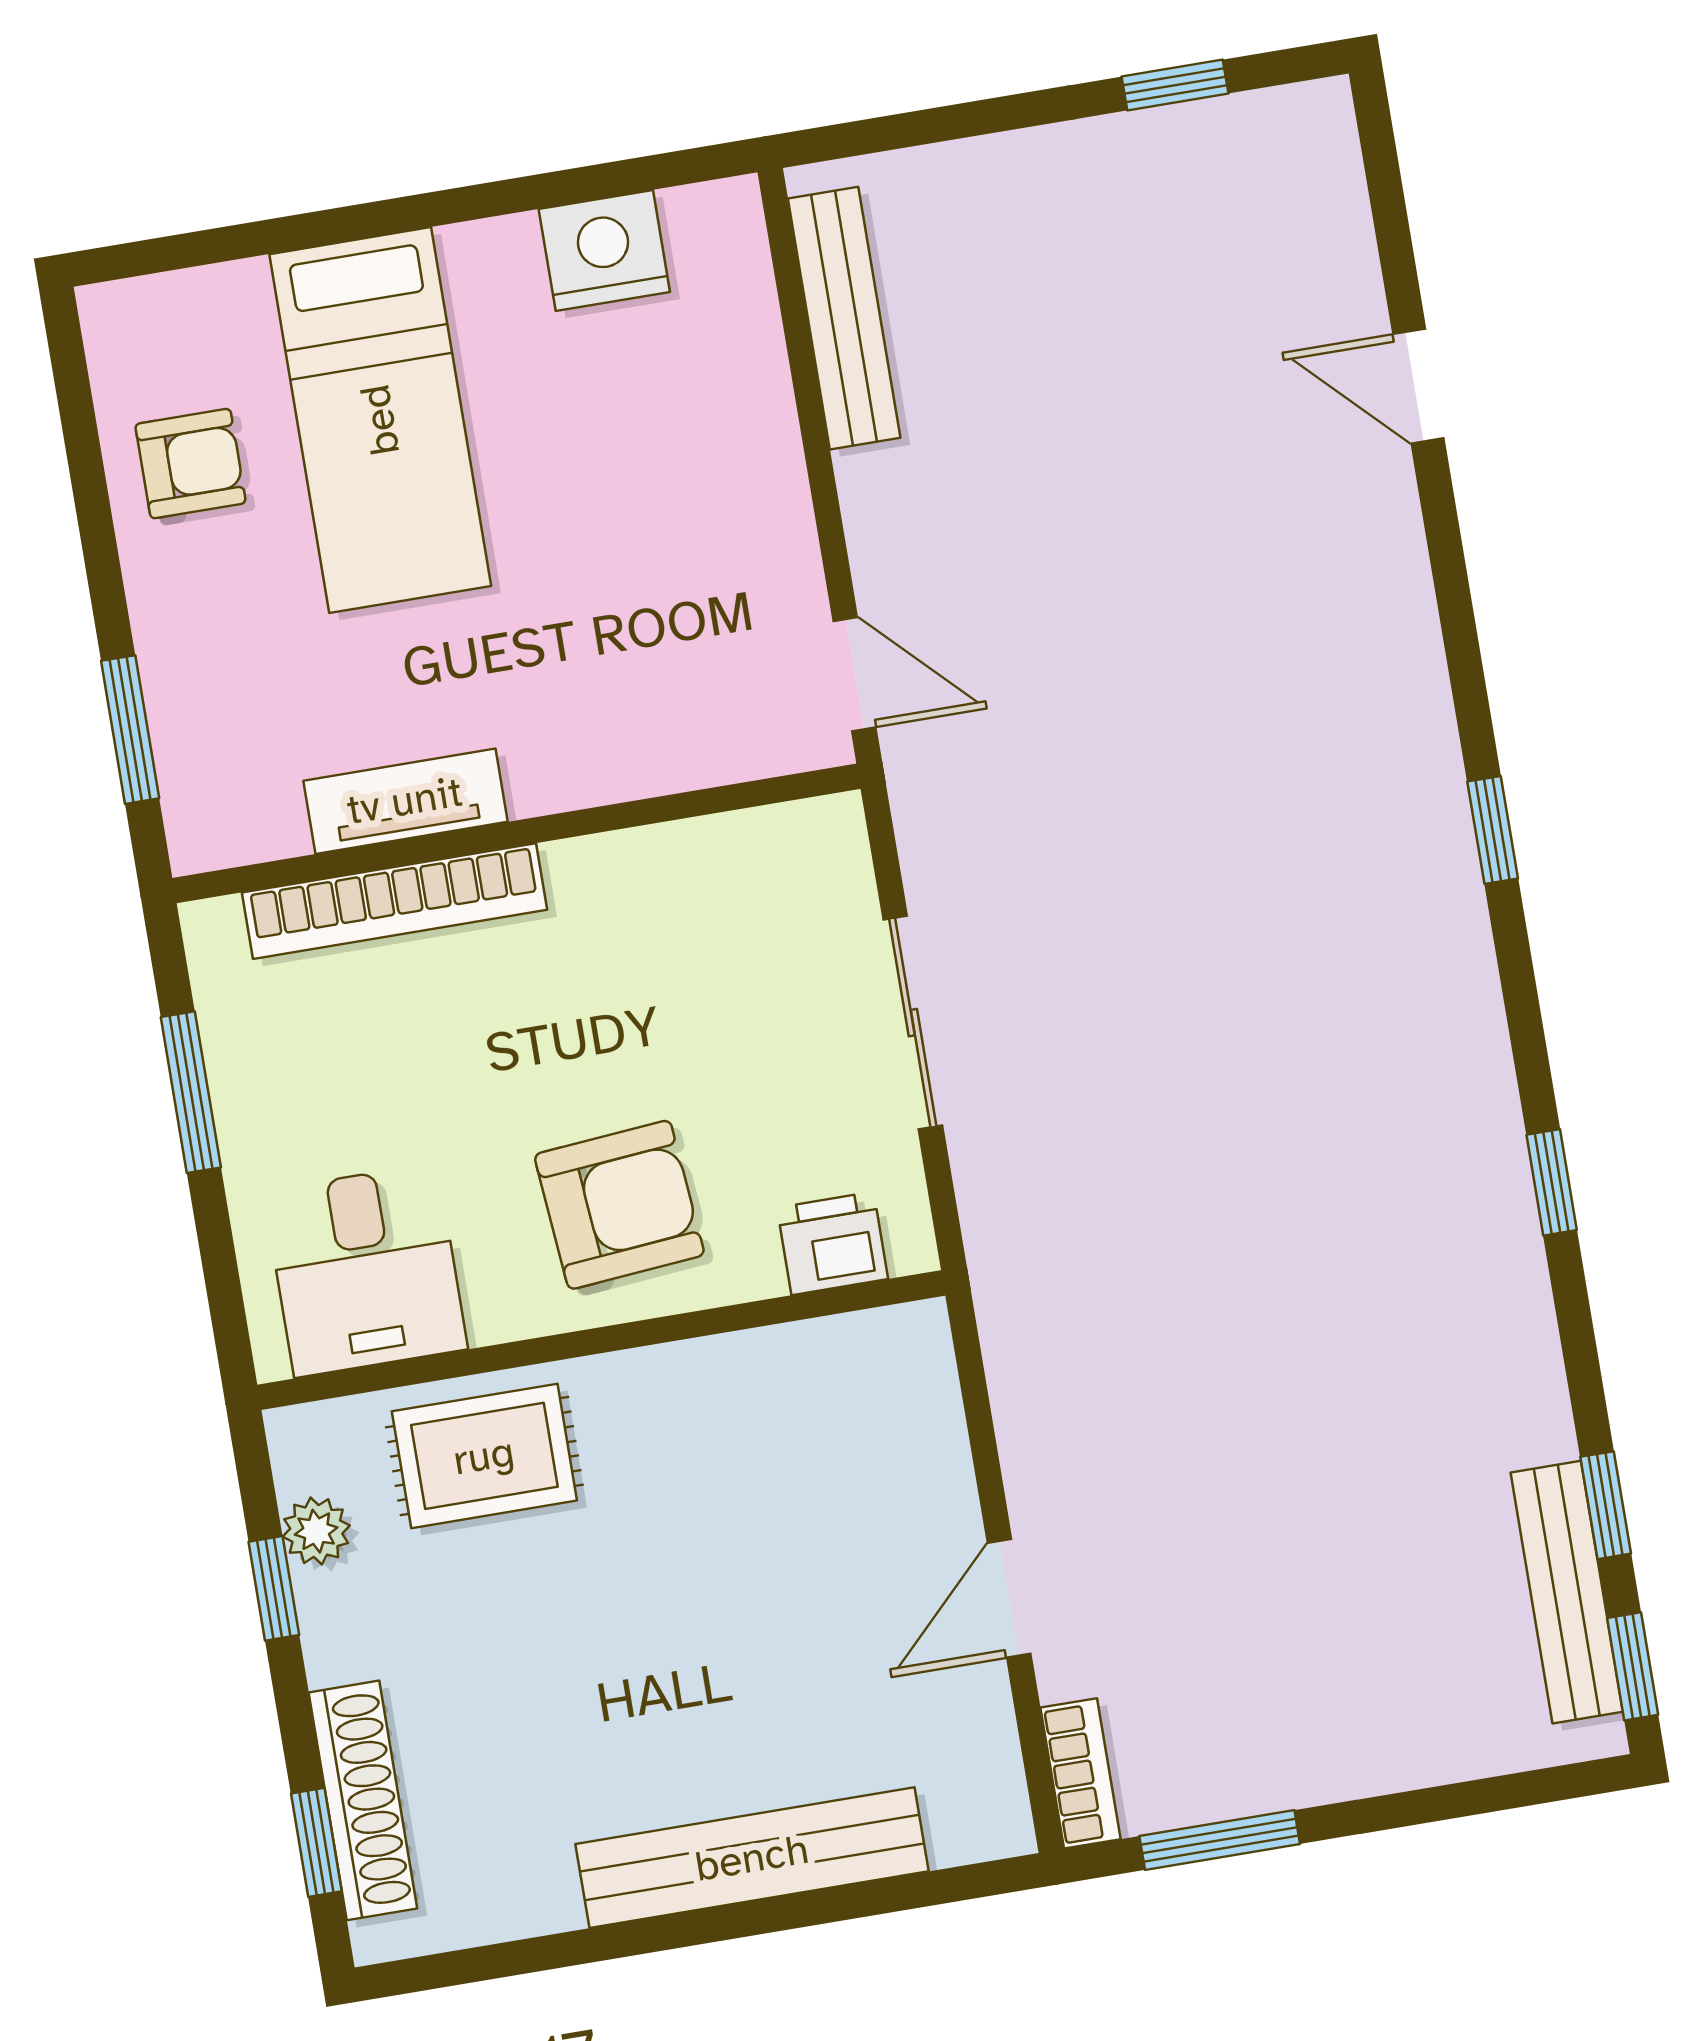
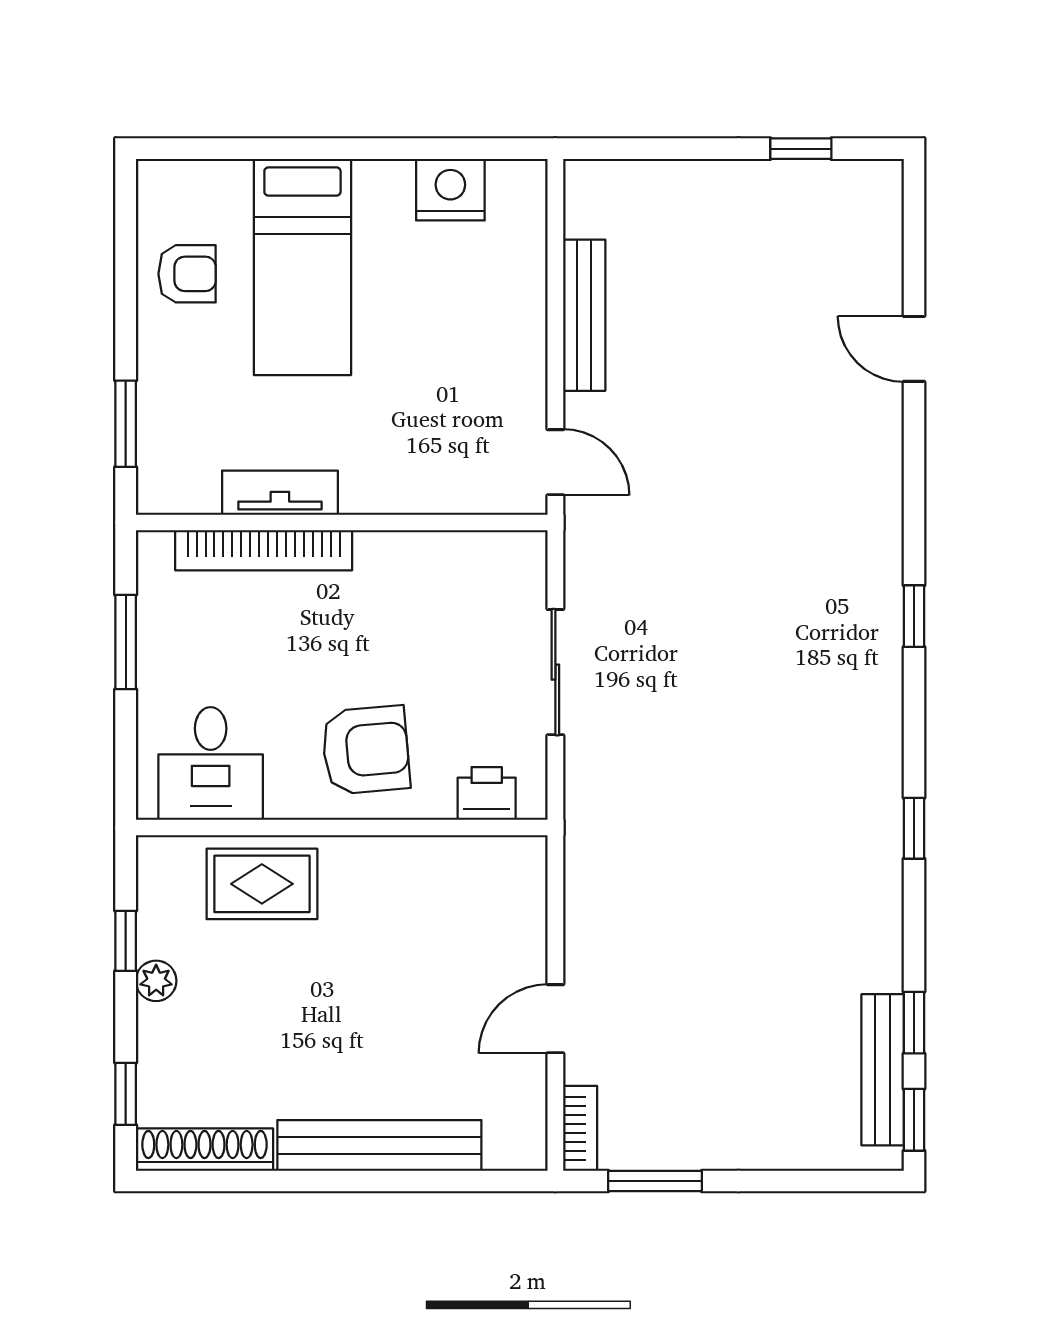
bench: (844, 318) -> (584, 315), moved
plant: (316, 1531) -> (156, 981), moved
shoe rack: (363, 1800) -> (204, 1150), moved, turned -90

